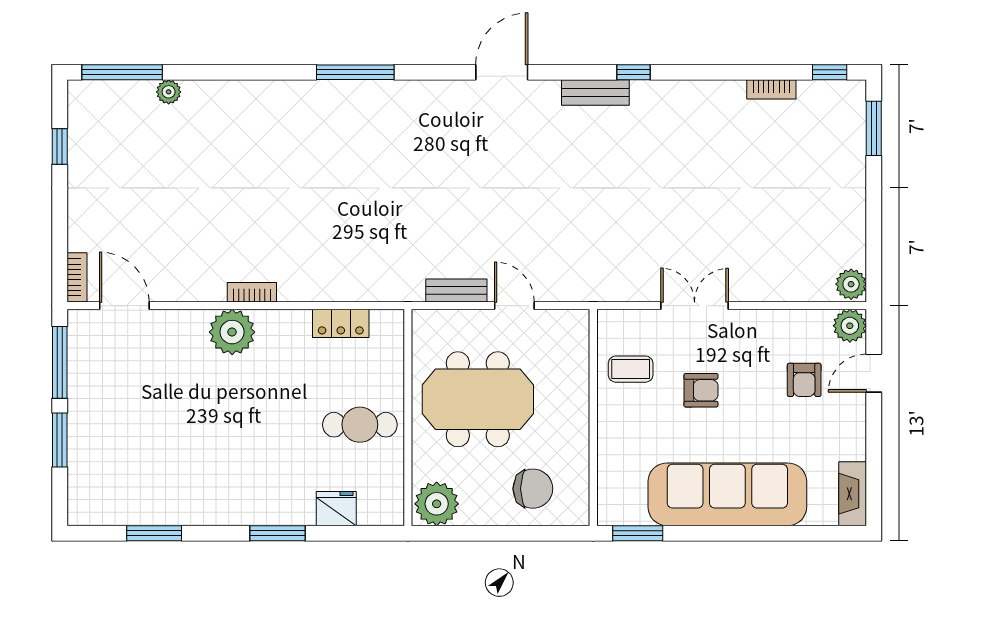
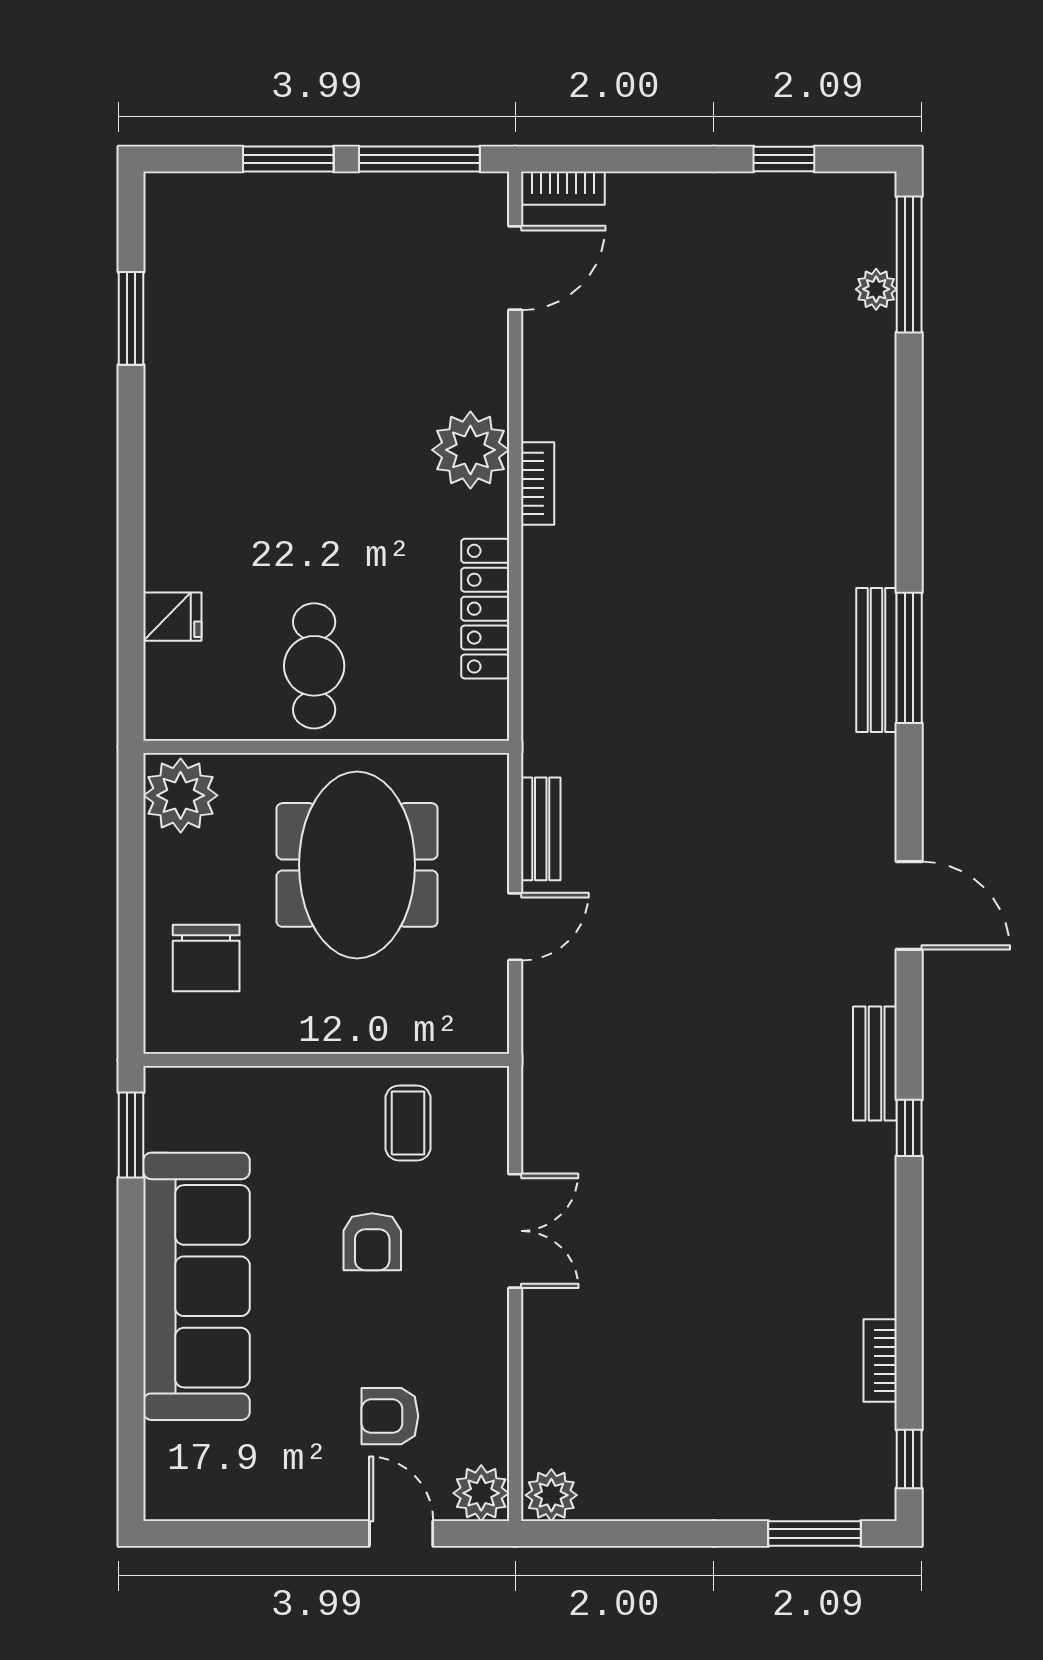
plant: (169, 92) -> (876, 289), moved
bench: (356, 92) -> (877, 660), added
locker: (341, 323) -> (485, 609), width x1.53
fireplace: (853, 494) -> (198, 1498), removed
fridge: (336, 509) -> (172, 617), width x0.72
window: (278, 533) -> (131, 527), removed

